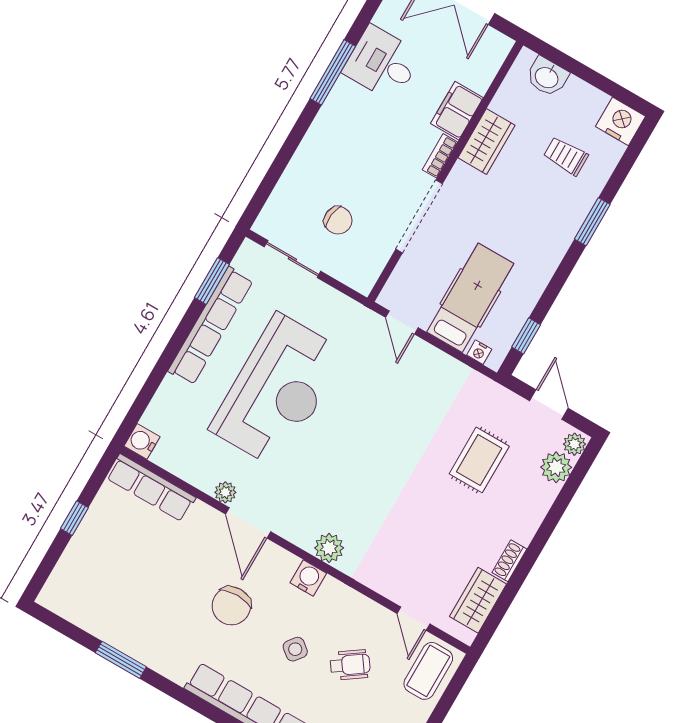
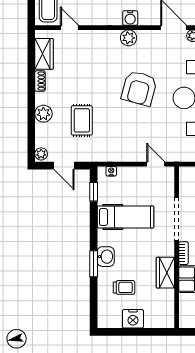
washbasin: (547, 77) -> (106, 257), moved, turned 90
nightstand: (621, 121) -> (133, 319), moved
hospital bed: (470, 298) -> (125, 217), moved, turned -90
armchair: (358, 458) -> (139, 88), added
plant: (556, 467) -> (43, 114), moved

